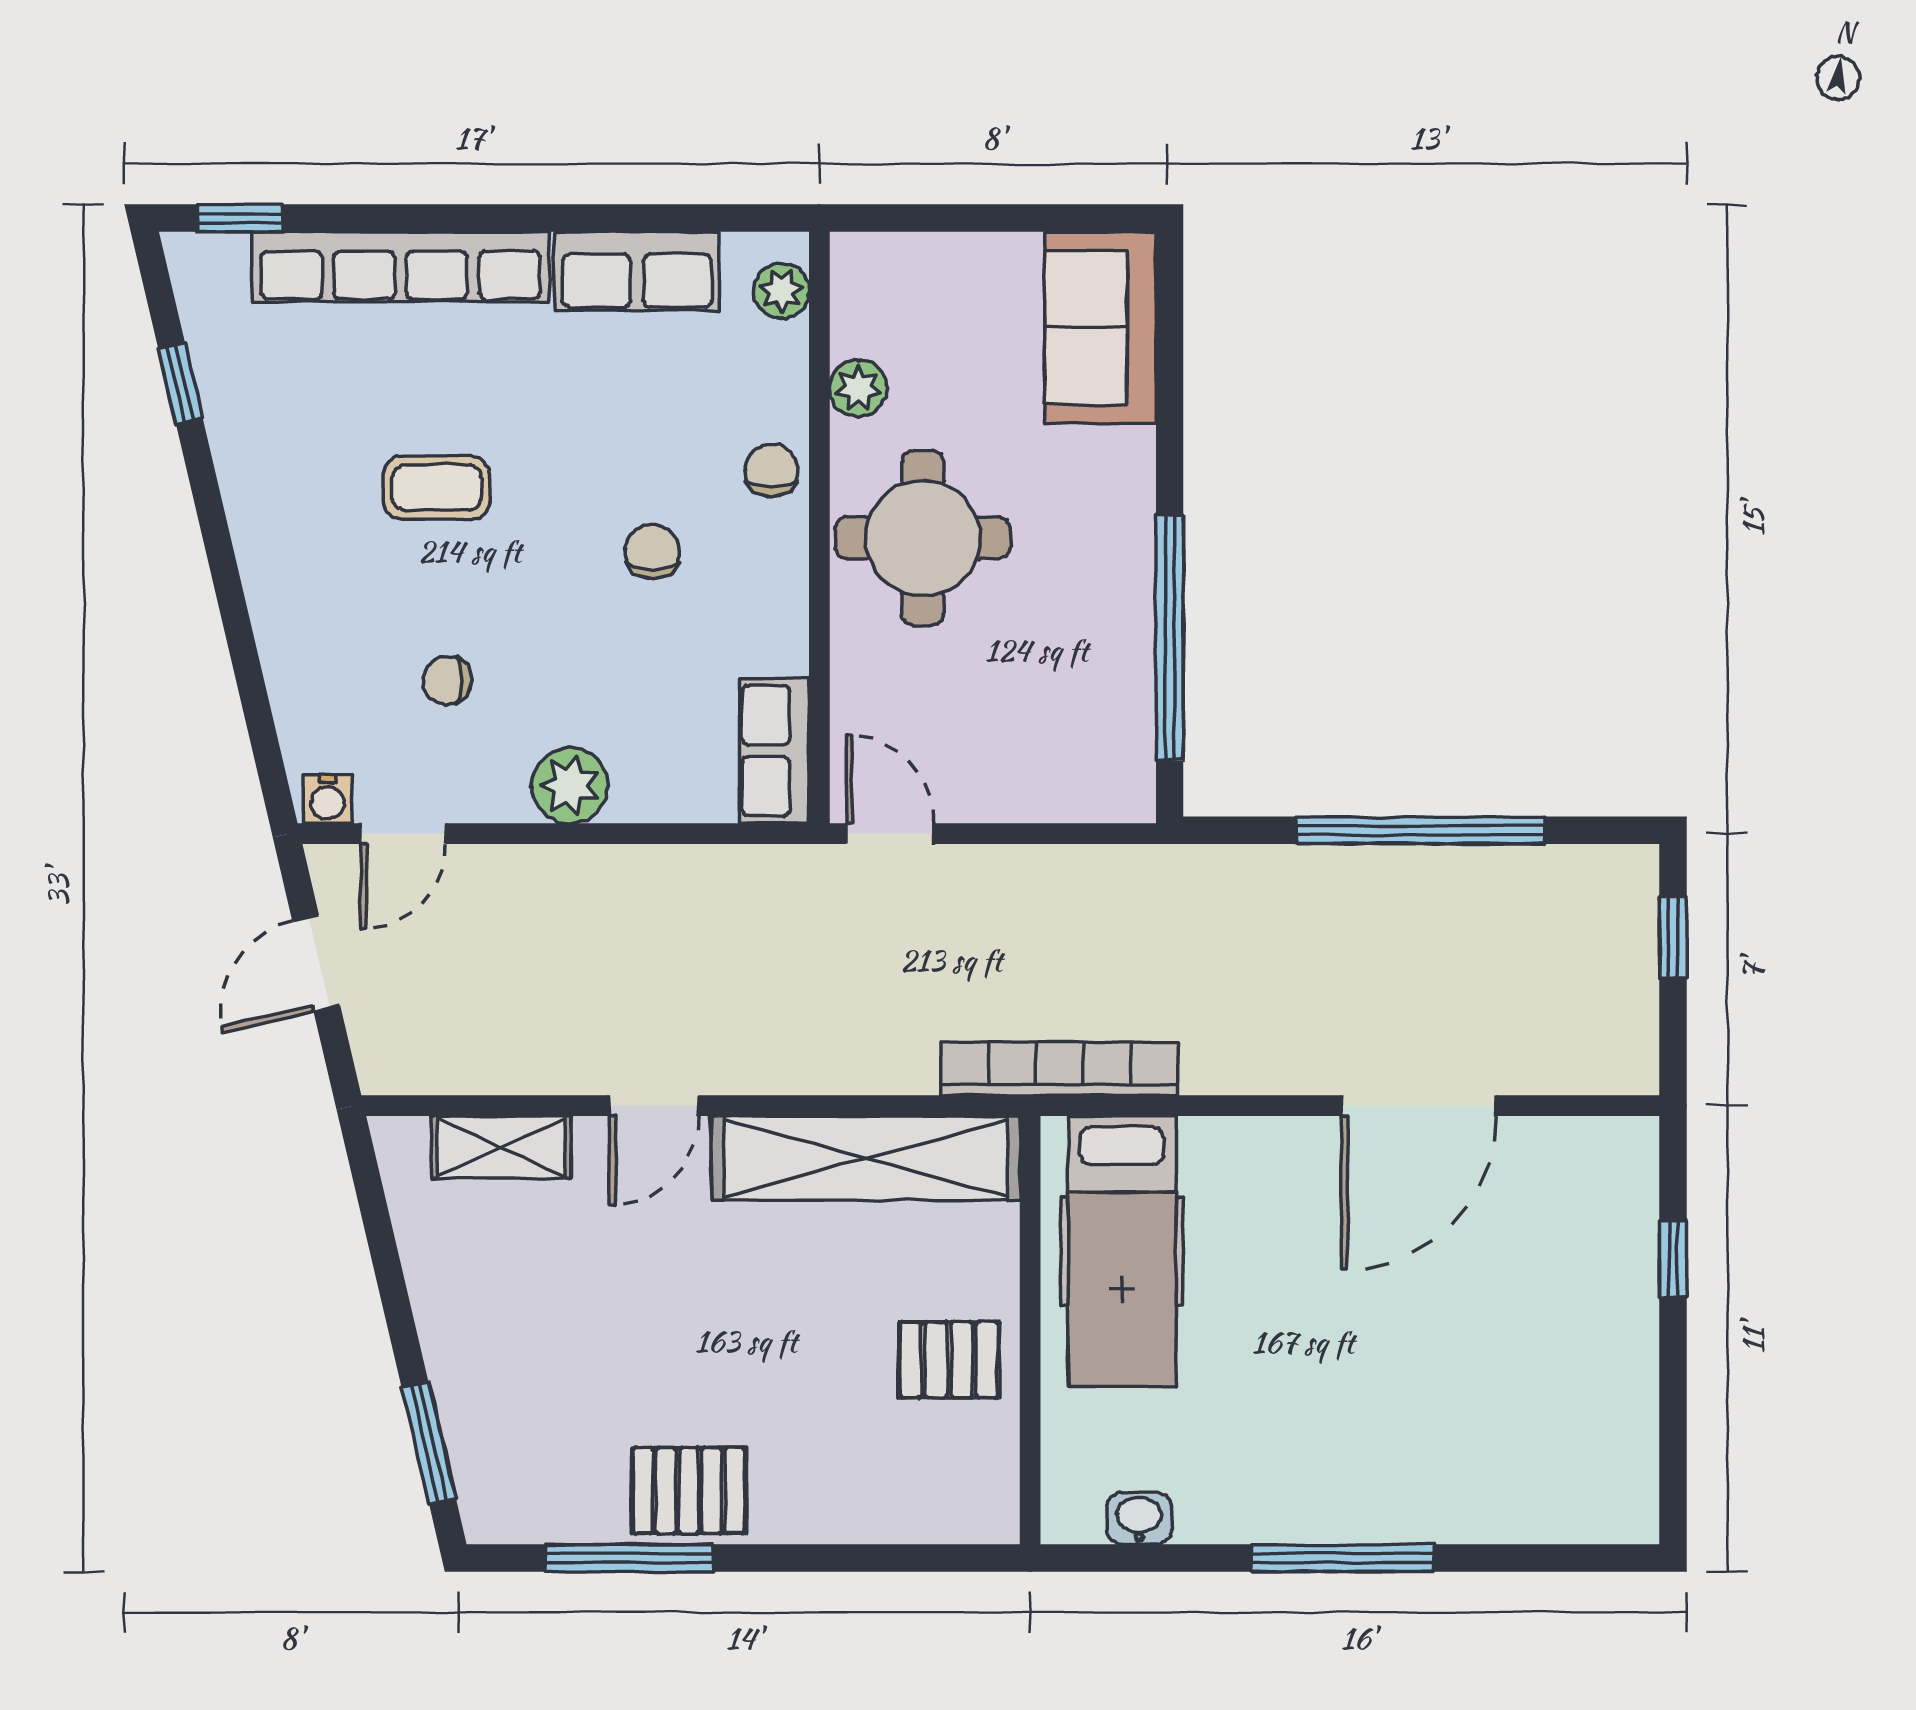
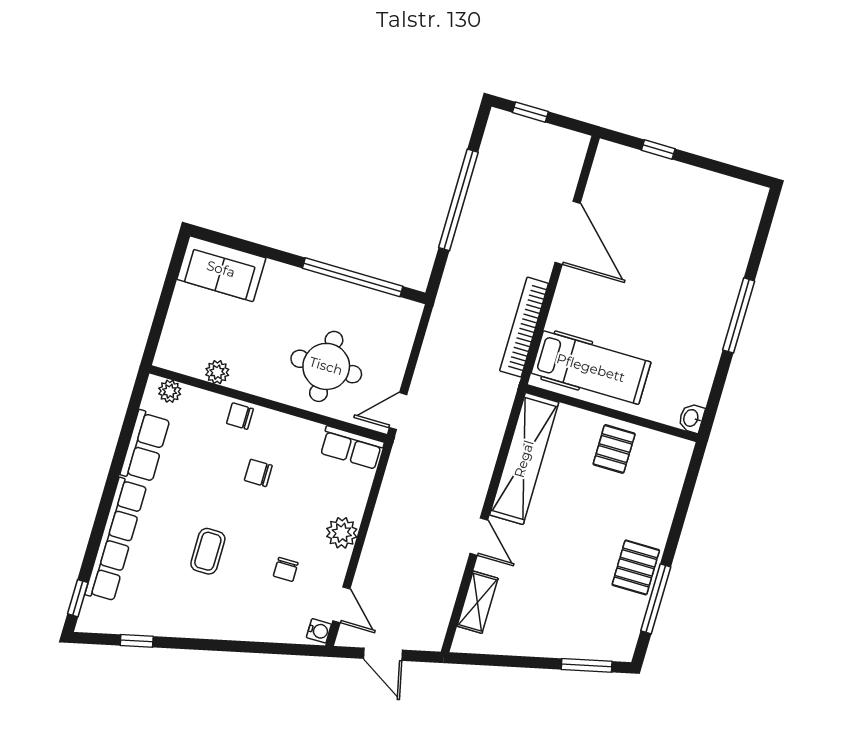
round table: (923, 538) -> (326, 366), moved
bookcase: (1060, 1069) -> (524, 327), moved
washbasin: (1139, 1518) -> (691, 418), moved

